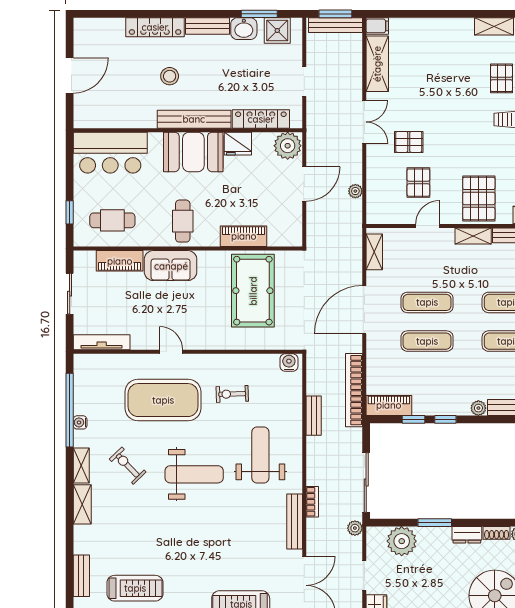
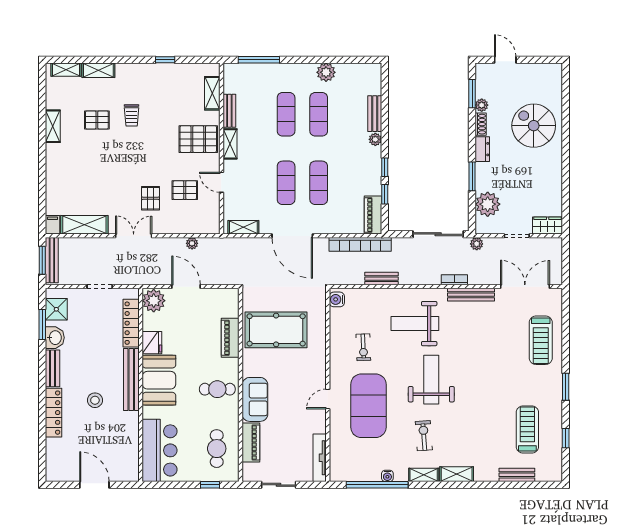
exercise bike: (128, 466) -> (424, 436), turned 130

